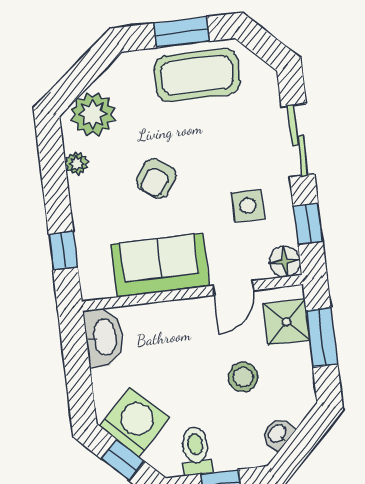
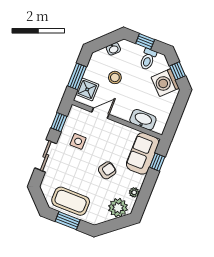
floor lamp: (285, 262) -> (75, 113), removed
sofa: (160, 265) -> (143, 153), moved, turned 90
washbasin: (104, 337) -> (143, 120), moved, turned 90

